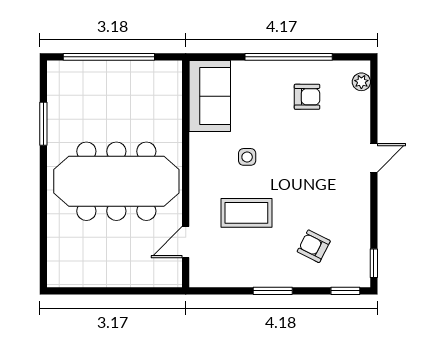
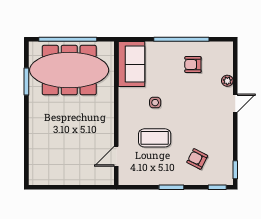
plant: (361, 82) -> (227, 81), moved
armchair: (307, 97) -> (193, 65), turned 180
meeting table: (116, 181) -> (69, 70), moved

